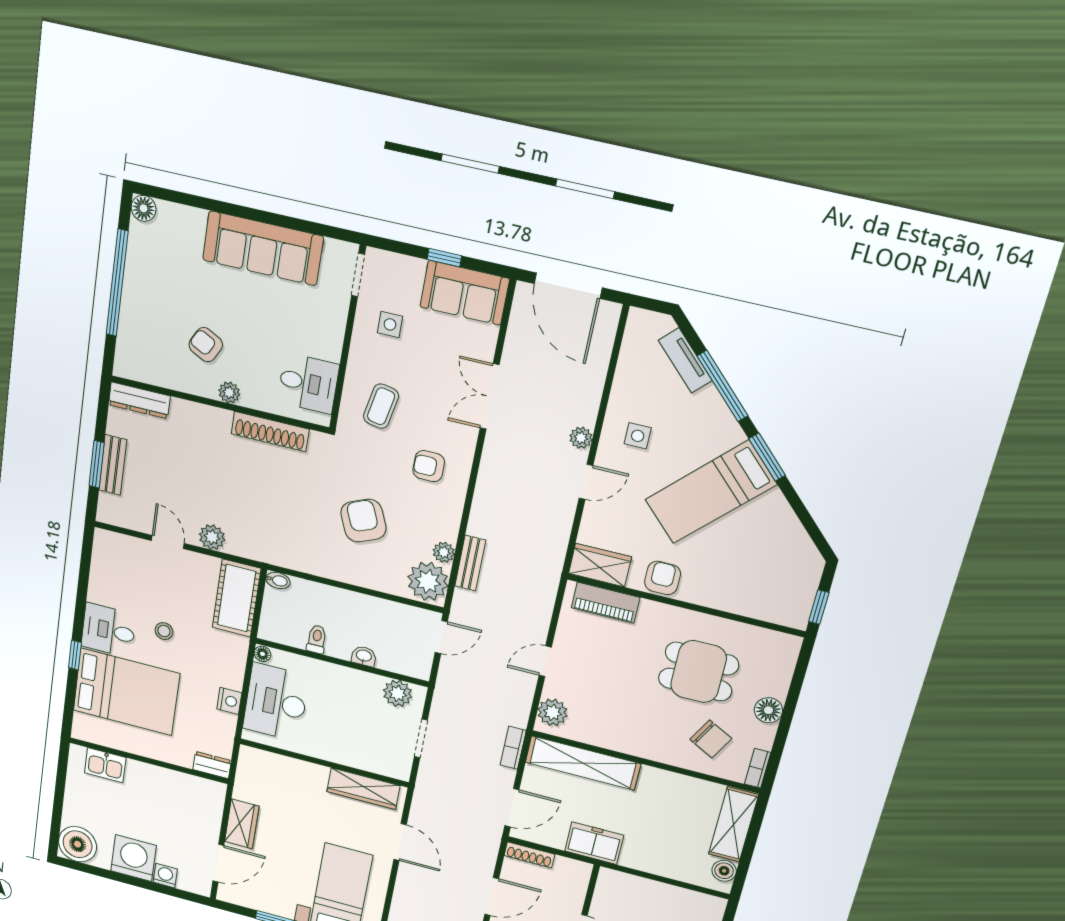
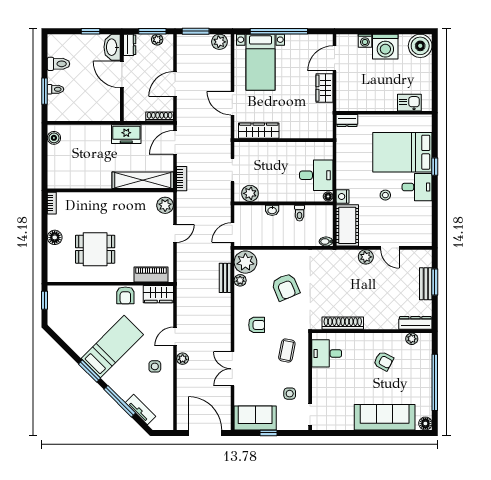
sofa: (263, 248) -> (385, 417), moved
plant: (229, 392) -> (412, 339), moved
double door: (490, 397) -> (232, 369), swing flipped
nightstand: (229, 701) -> (343, 196), moved
desk: (276, 702) -> (316, 175), width x0.73
chair: (711, 739) -> (80, 213), removed
shelving: (733, 824) -> (56, 167), removed

